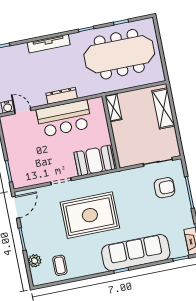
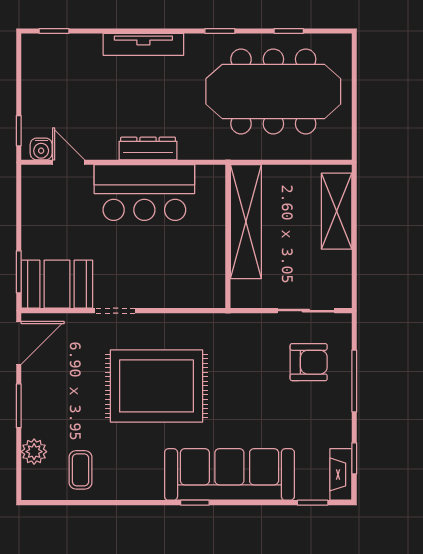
shelving: (113, 108) -> (246, 222), width x2.20, depth x1.33
booth: (94, 161) -> (57, 284), moved

